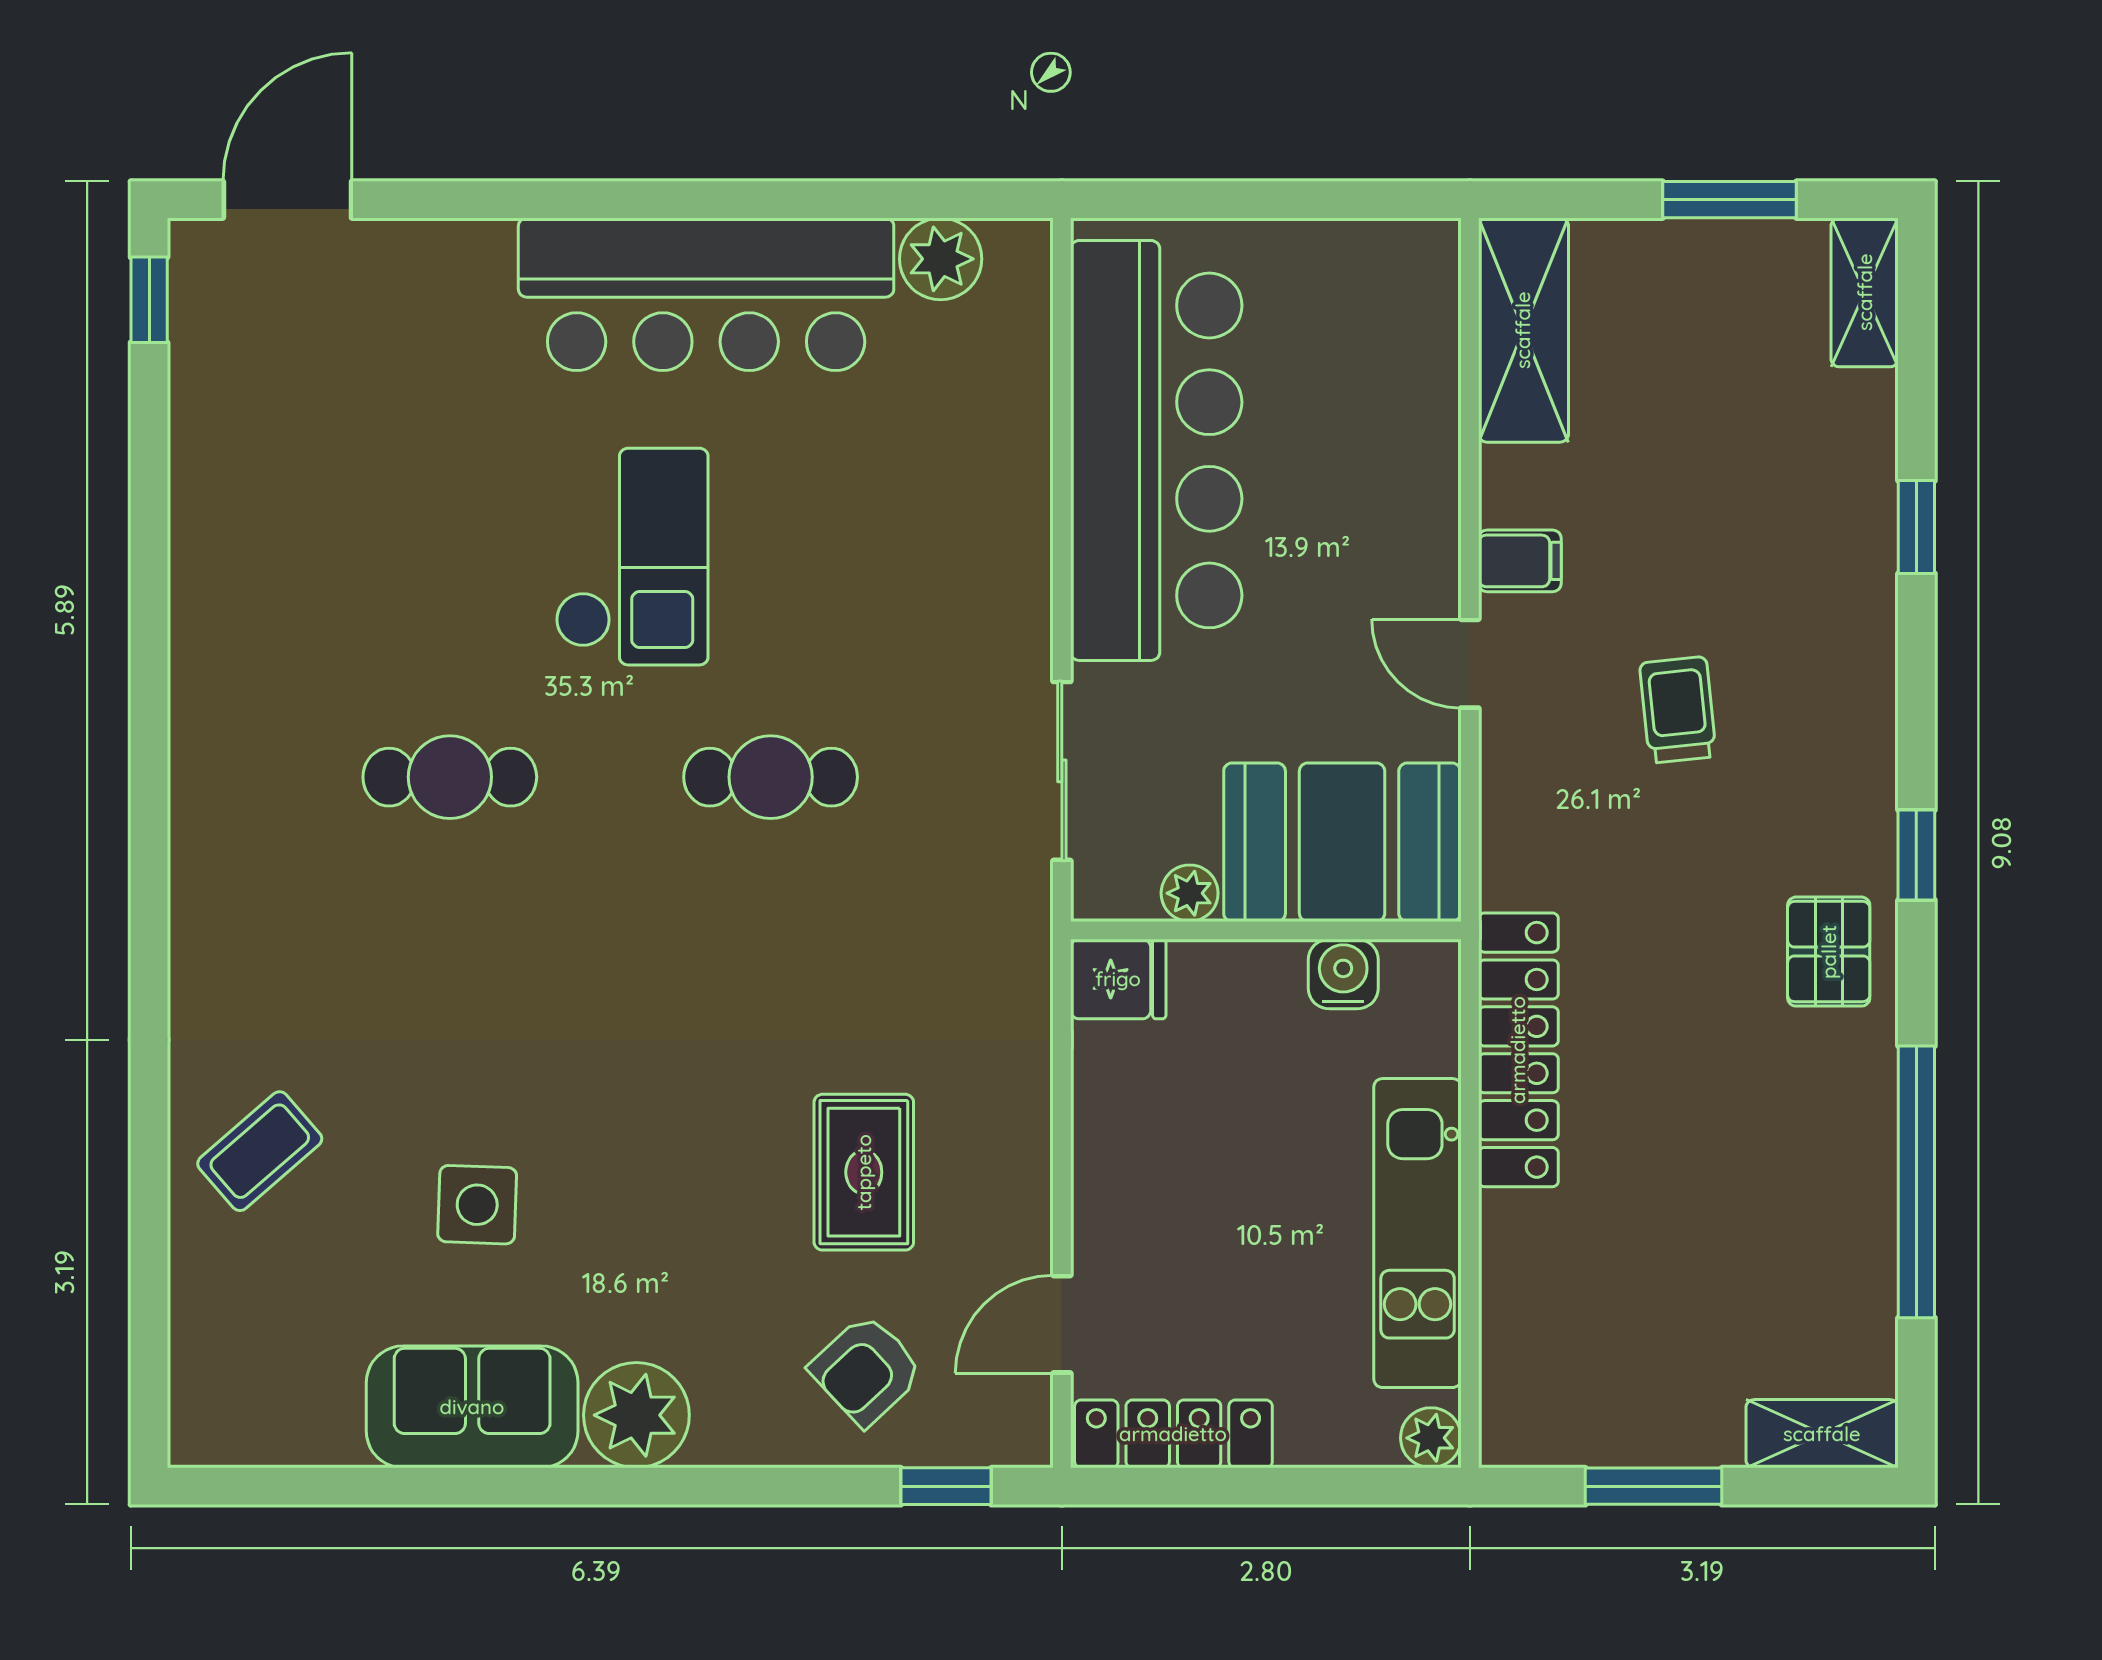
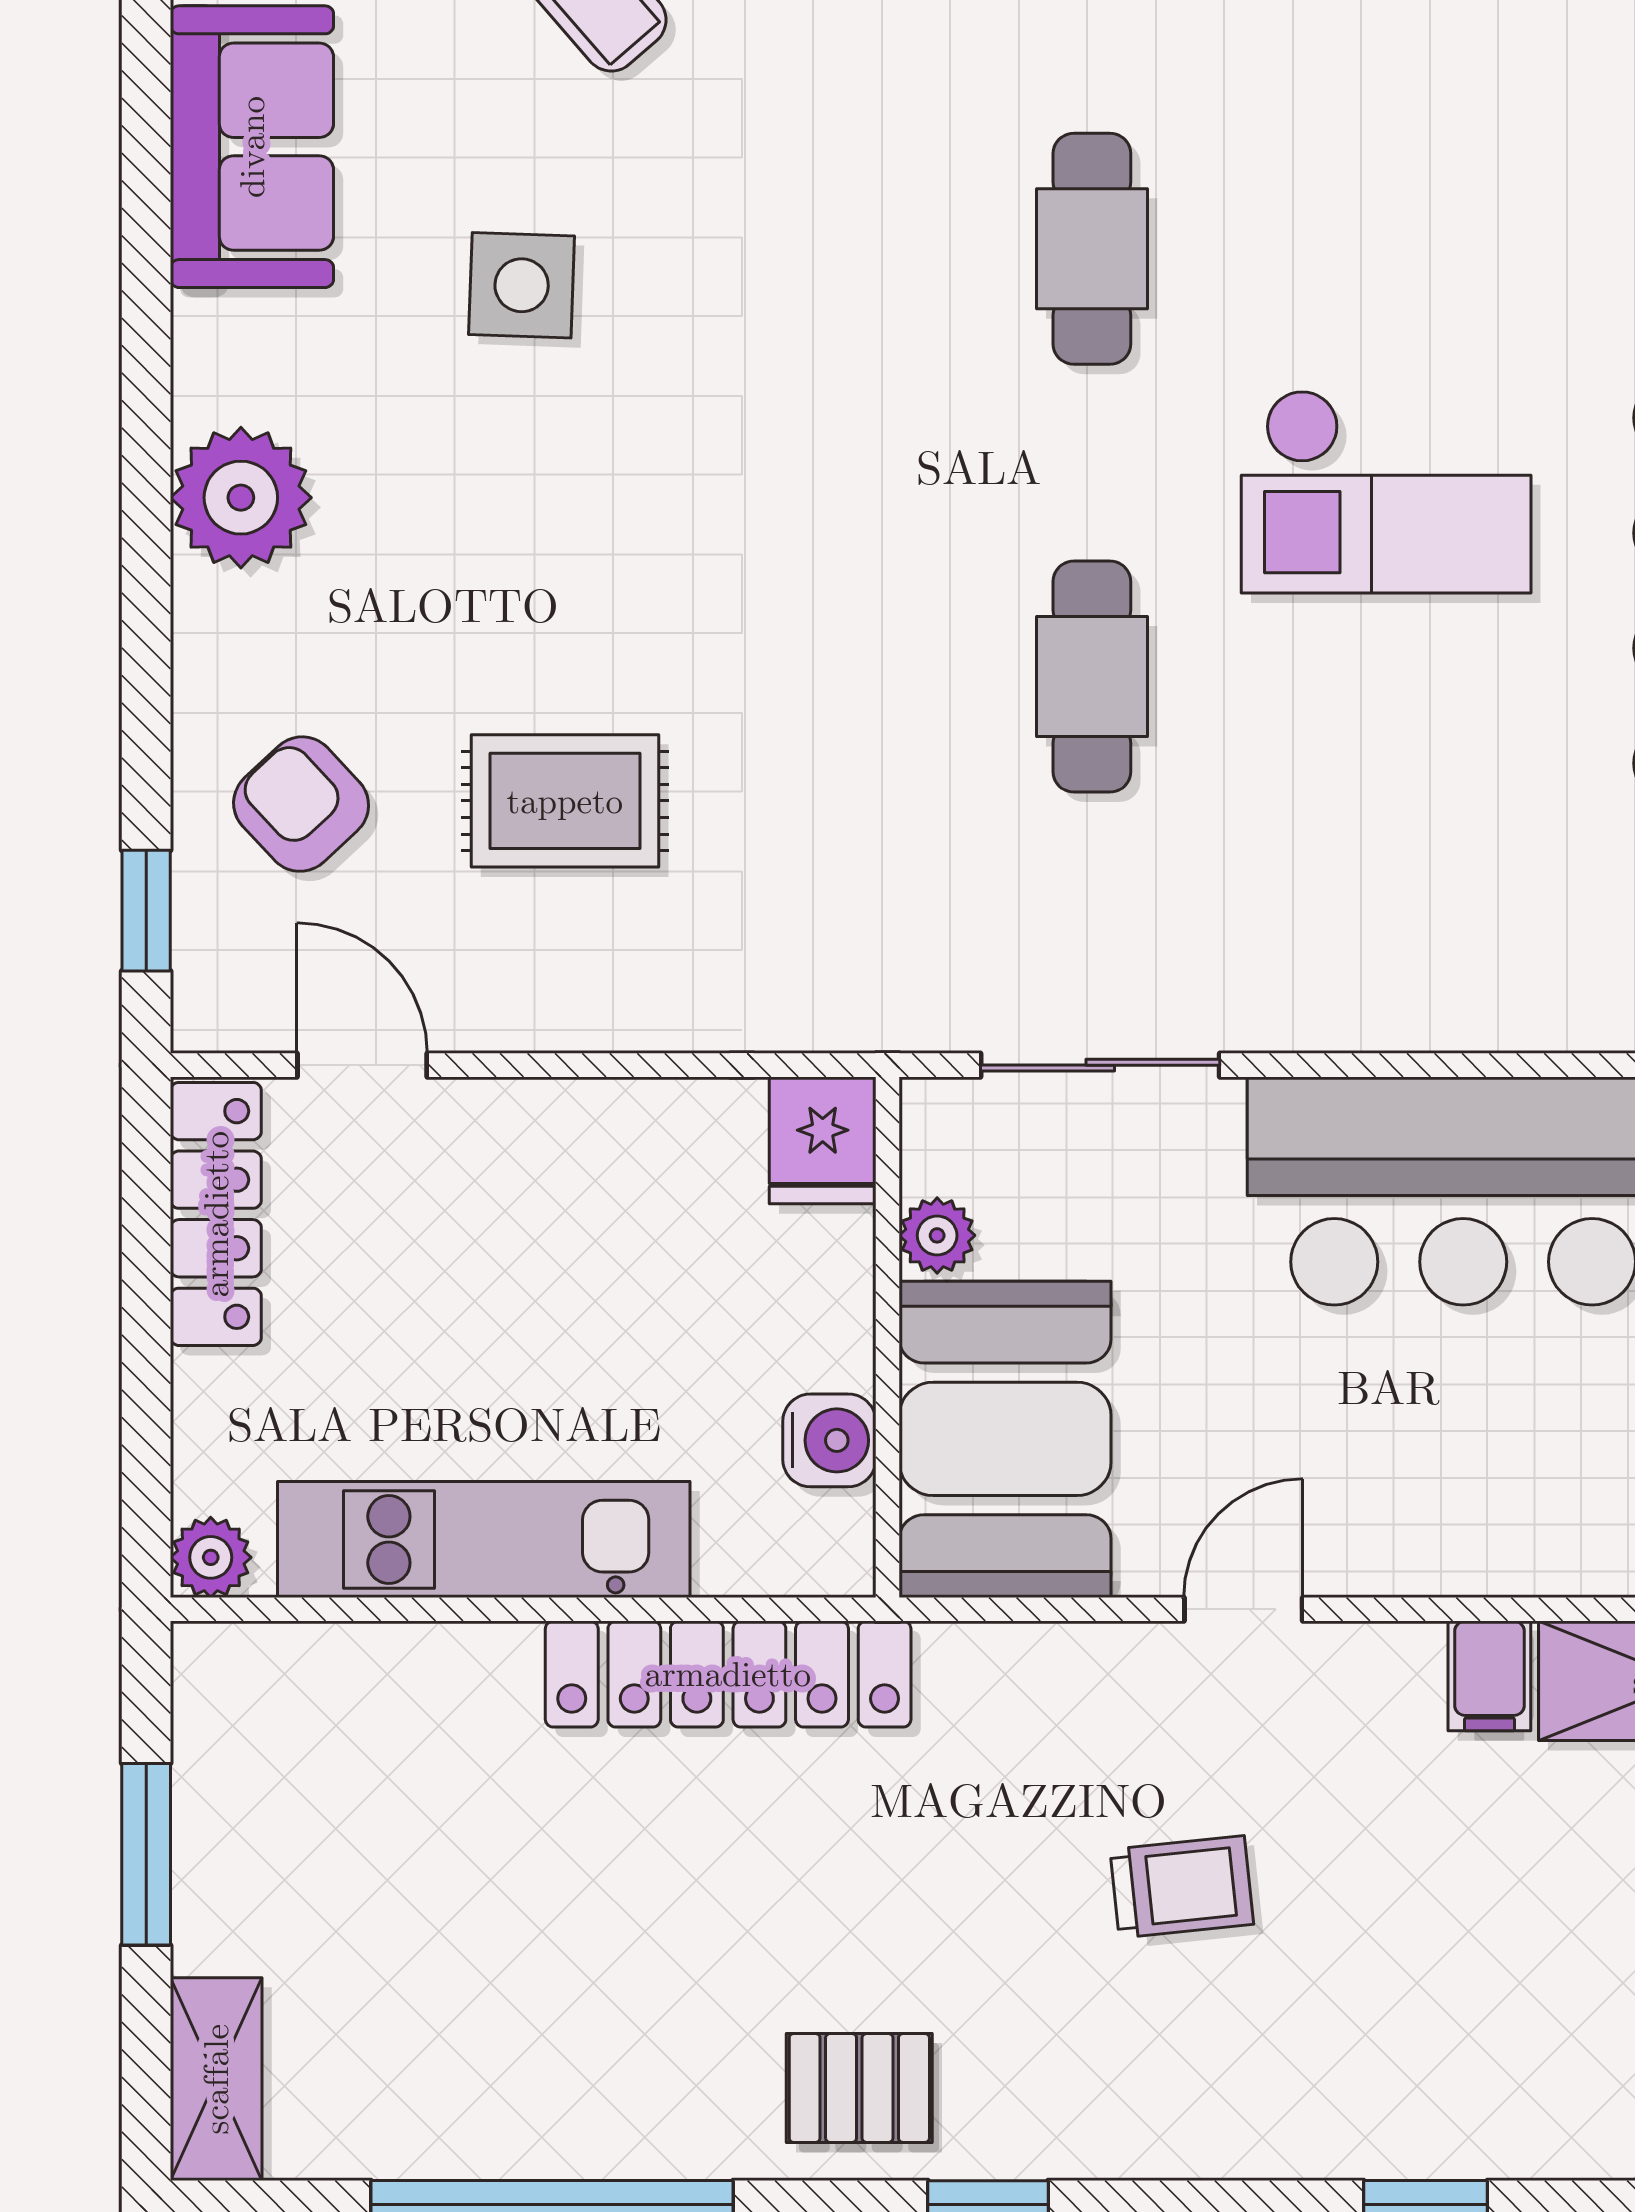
filing cabinet: (1520, 561) -> (1489, 1676), moved
sofa: (472, 1407) -> (252, 147), moved

